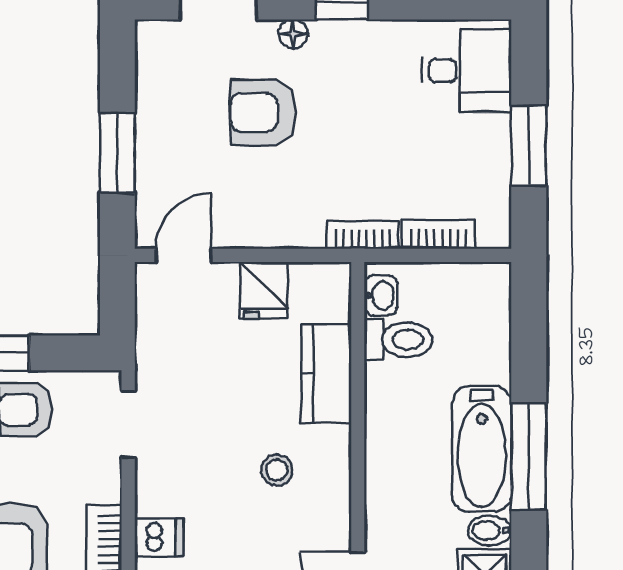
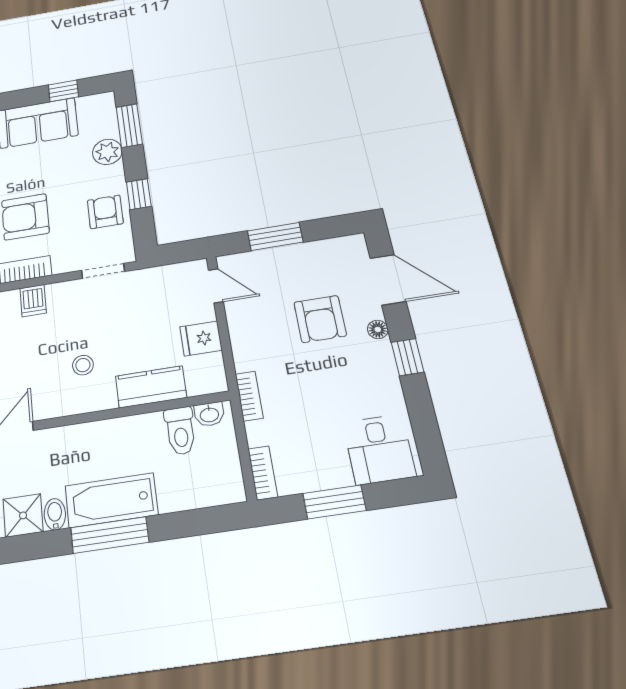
armchair: (263, 112) -> (320, 319), turned 180
bookcase: (438, 234) -> (263, 473), moved

